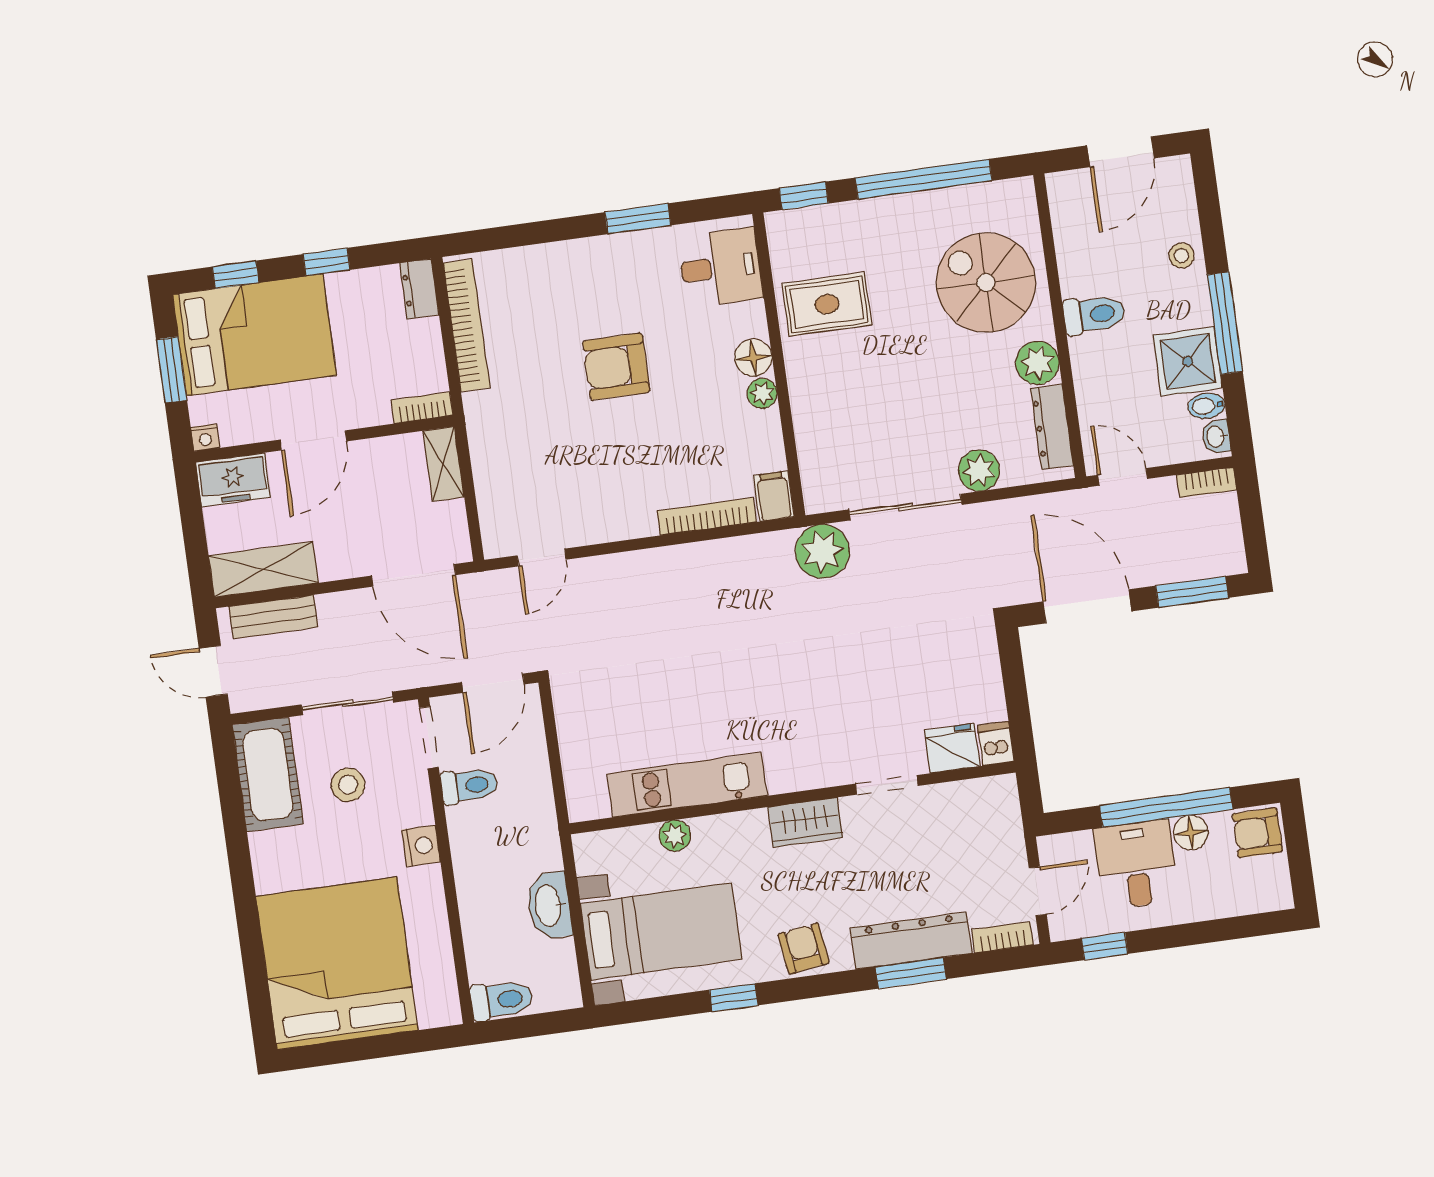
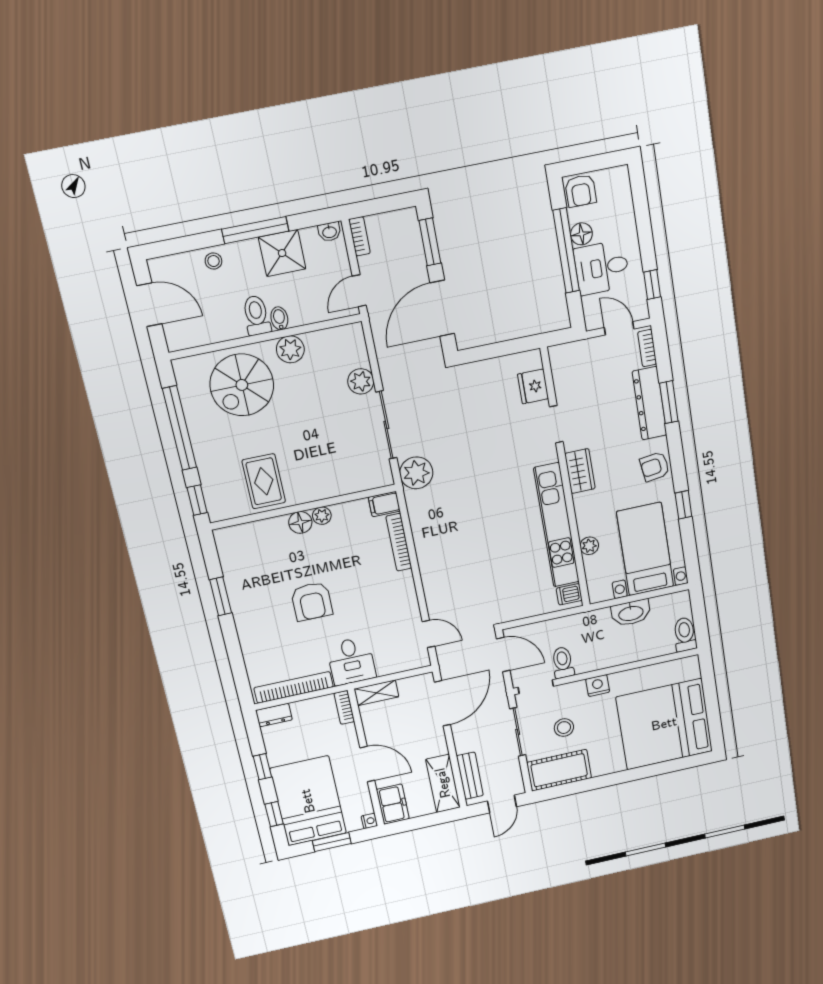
desk: (720, 267) -> (351, 661), moved, turned 180
bidet: (1206, 406) -> (279, 318), moved, turned 180
dresser: (1052, 427) -> (330, 338), removed
dishwasher: (996, 744) -> (569, 594), moved
kitchen unit: (687, 785) -> (557, 525), width x1.36

